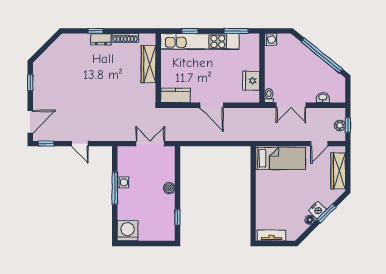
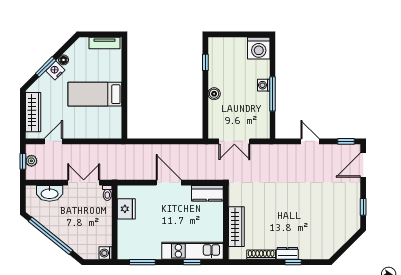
kitchen unit: (200, 42) -> (192, 251), width x0.73
washbasin: (323, 98) -> (50, 193), width x1.91, depth x1.45
bed: (281, 158) -> (95, 94), moved
washing machine: (123, 182) -> (264, 85), moved

